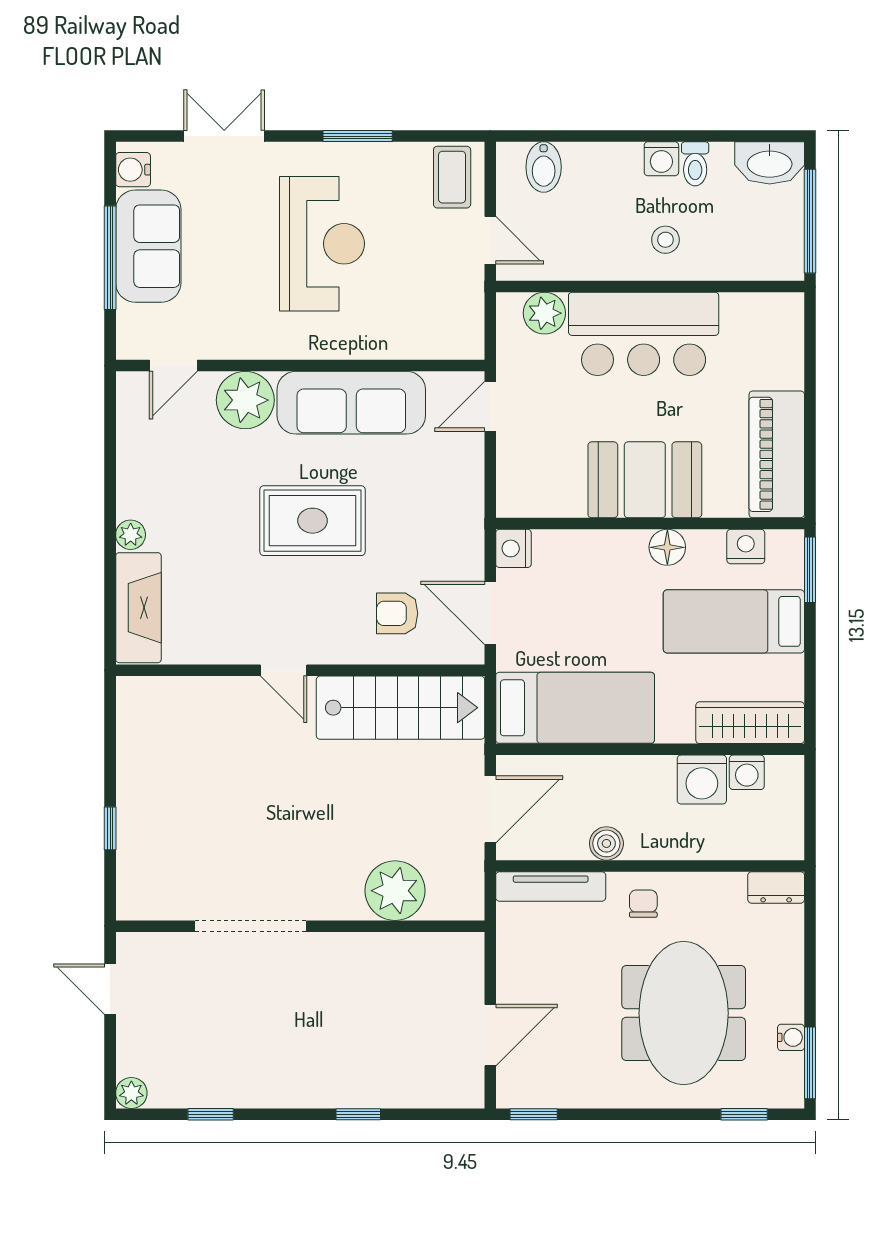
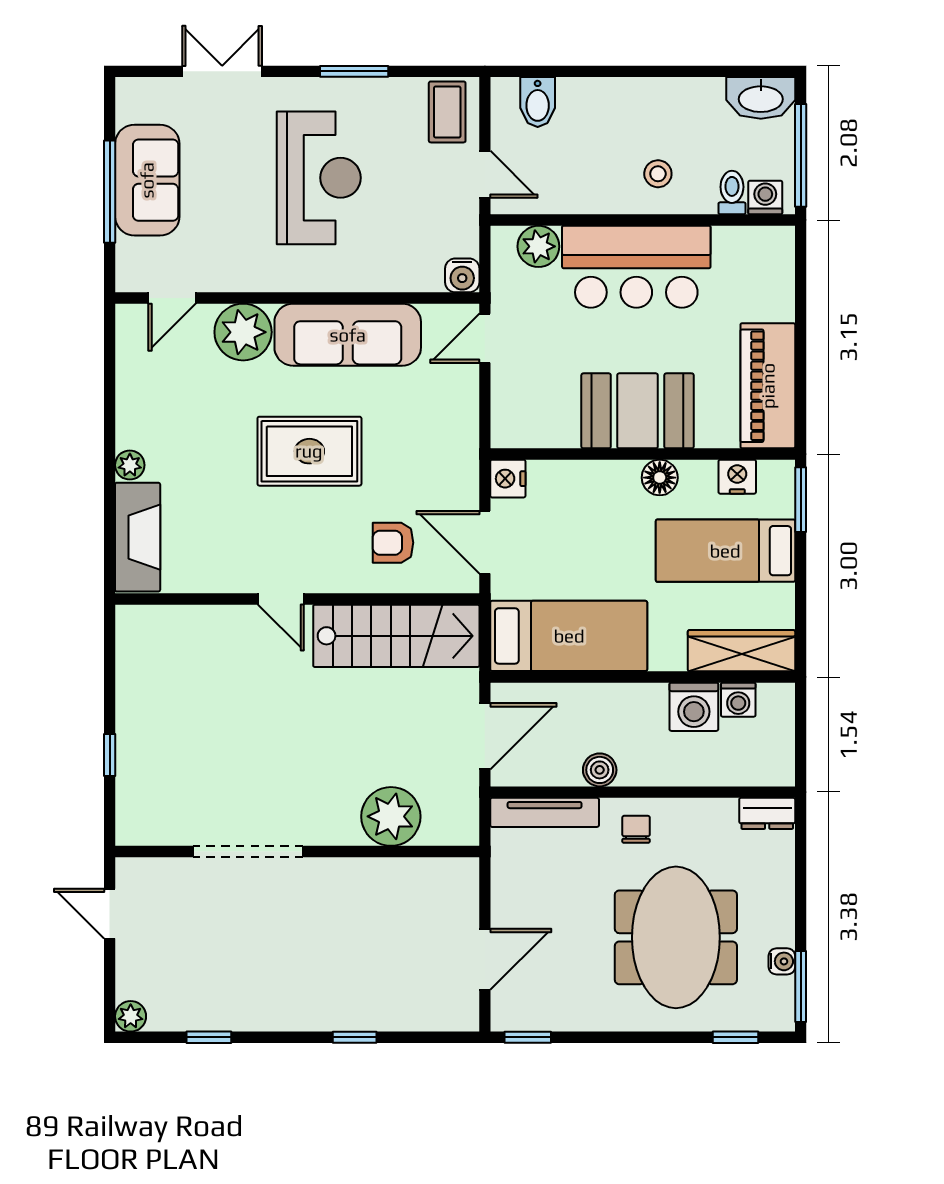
washing machine: (661, 159) -> (765, 198), moved, turned 180
toilet: (695, 164) -> (732, 193), moved, turned 180
water cooler: (133, 170) -> (462, 275), moved, turned -90

